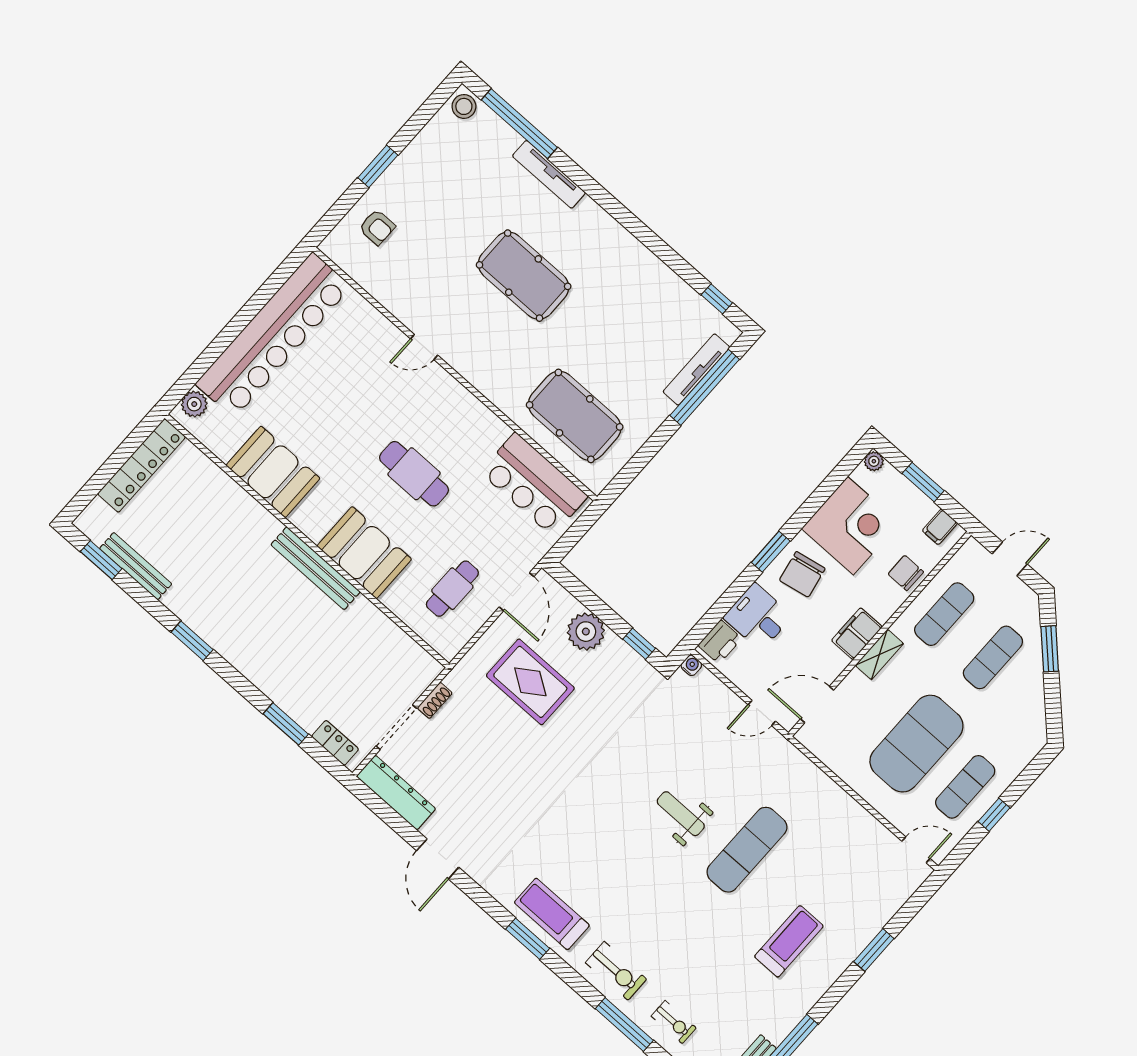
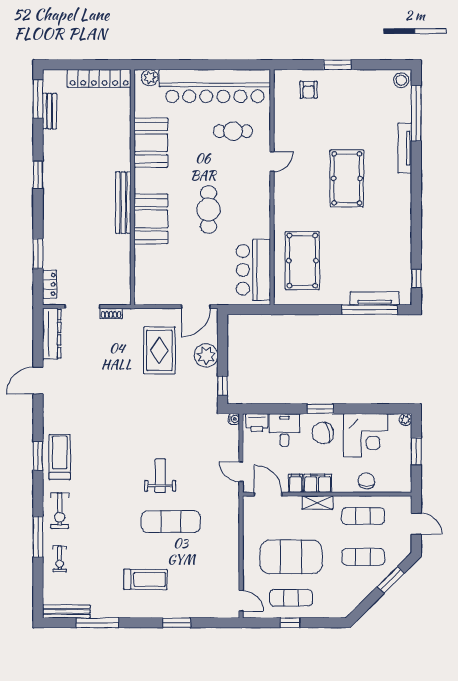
door: (424, 347) -> (272, 161), swing flipped
filing cabinet: (940, 527) -> (296, 483), moved, turned 90
window: (101, 560) -> (38, 99), width x1.44
bench: (136, 566) -> (49, 111), width x0.73
cafe table: (452, 589) -> (233, 131), moved

